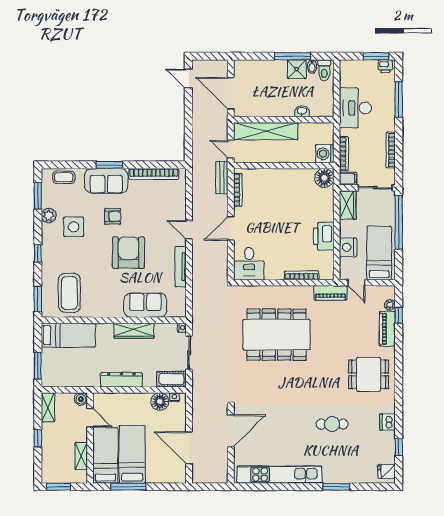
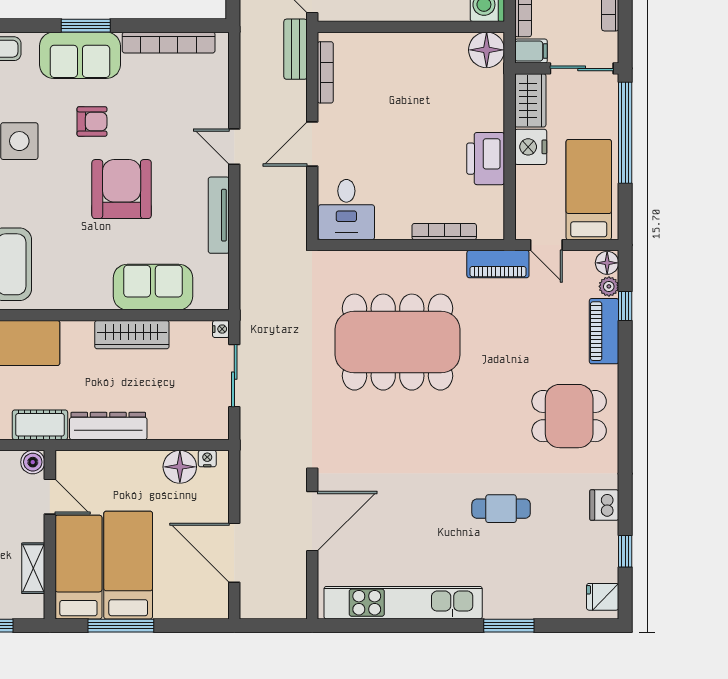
nightstand: (348, 247) -> (531, 147), moved
floor lamp: (389, 292) -> (607, 263), added
cot: (171, 379) -> (40, 425), moved

